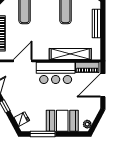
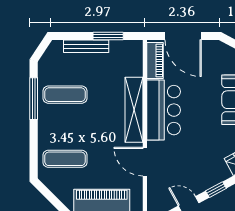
window: (103, 37) -> (108, 36), added
shelving: (70, 54) -> (134, 110), moved

